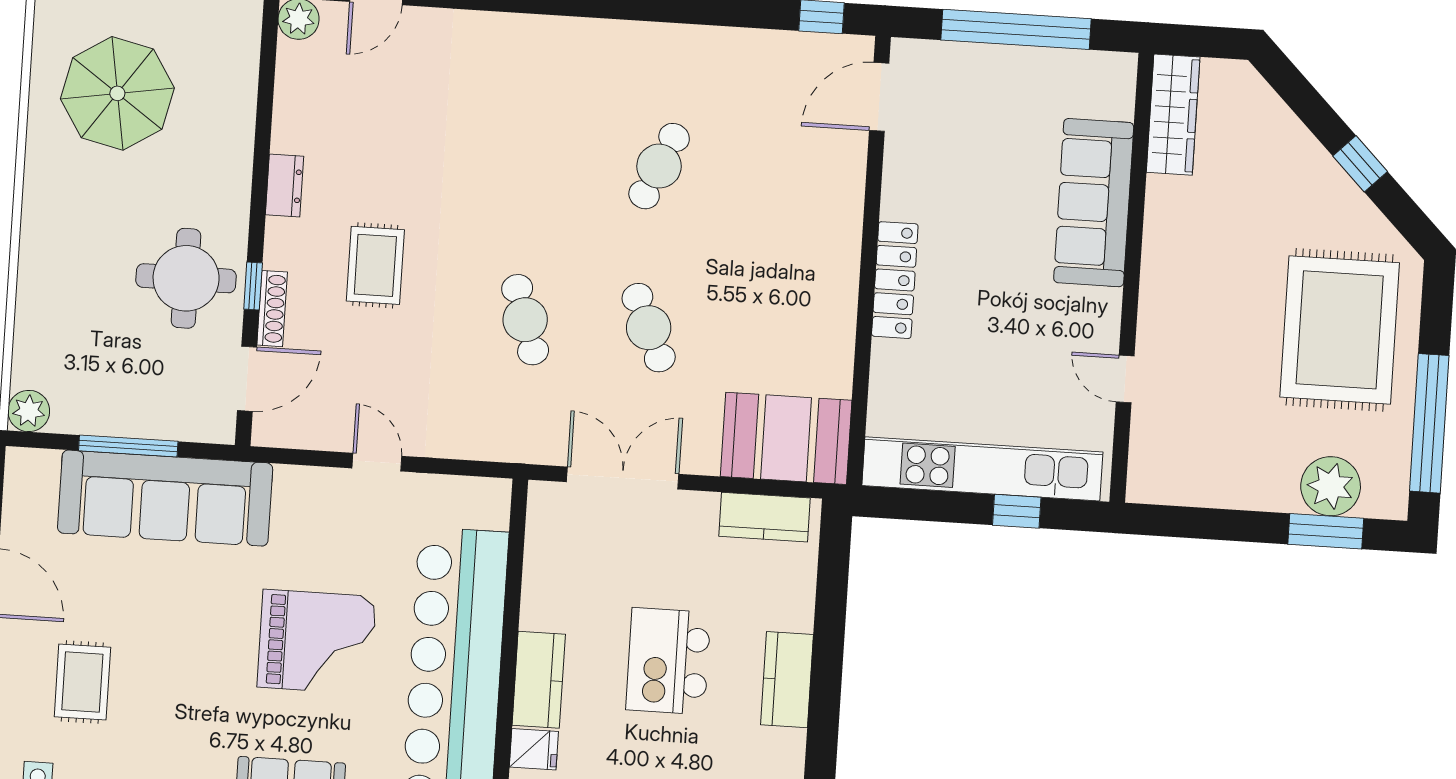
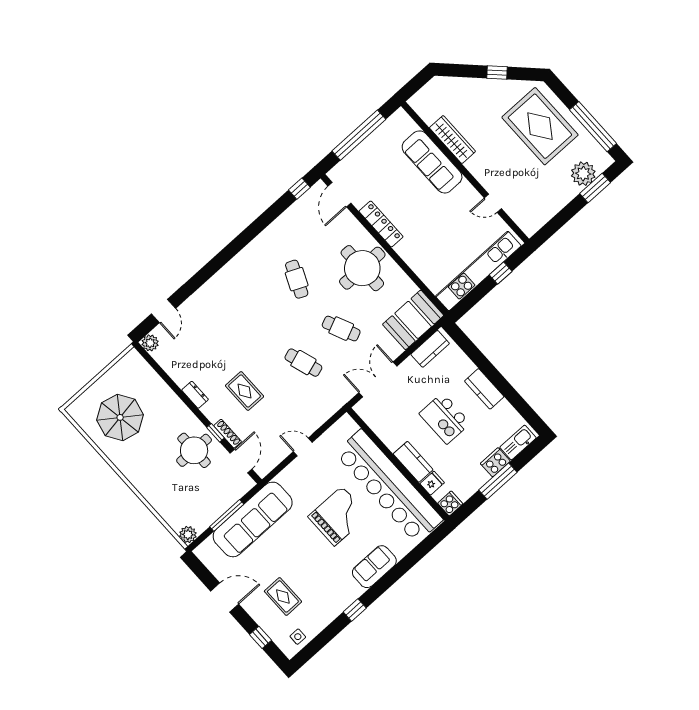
wardrobe: (1173, 115) -> (452, 140), moved
round table: (790, 262) -> (362, 268), added
locker: (895, 280) -> (381, 224), moved

